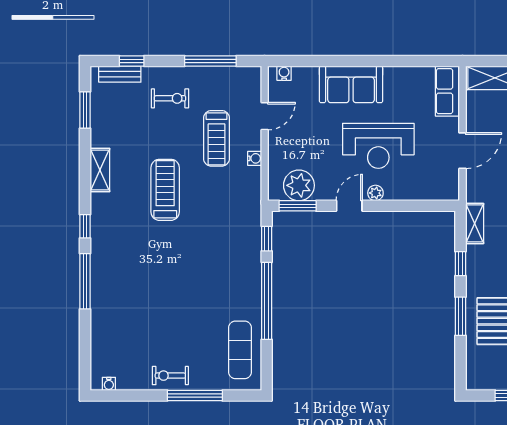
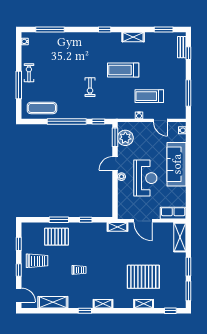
sofa: (351, 84) -> (177, 164), width x1.36
exercise bike: (170, 98) -> (90, 87), moved
reception desk: (378, 146) -> (145, 178), turned 180
treadmill: (165, 190) -> (123, 70), turned 180
door: (349, 206) -> (115, 163), swing flipped
shelving: (475, 223) -> (118, 227), moved
window: (85, 281) -> (50, 29), moved

